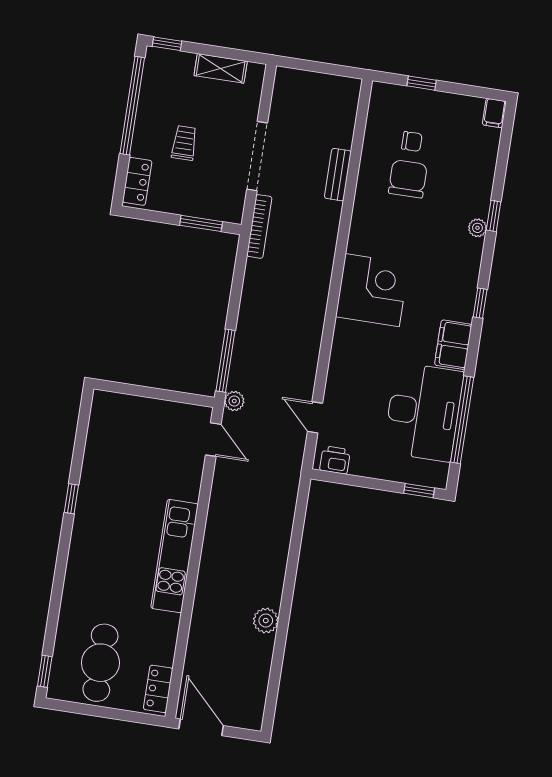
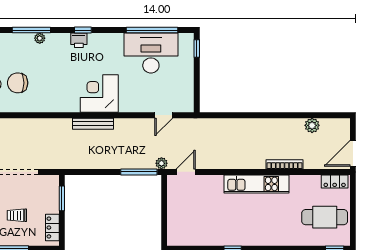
bench: (338, 175) -> (93, 124), moved, width x1.36
locker: (137, 181) -> (52, 228), moved, turned -90
window: (494, 216) -> (31, 30), width x2.17
bookcase: (259, 226) -> (285, 164), moved
corner desk: (372, 290) -> (99, 94), moved
filing cabinet: (453, 345) -> (109, 42), removed
printer: (335, 460) -> (79, 40), moved, turned -90
plant: (266, 621) -> (312, 125), moved

